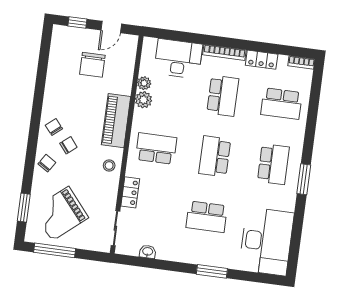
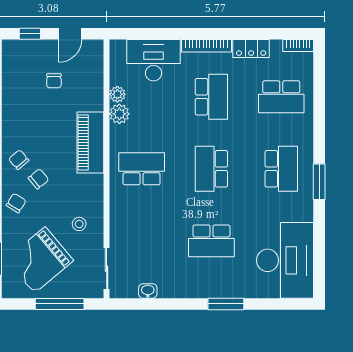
chair: (92, 65) -> (54, 81), width x0.54, depth x0.54
stool: (109, 165) -> (79, 224), moved
locker: (130, 192) -> (118, 224), removed
window: (55, 250) -> (60, 304), moved

